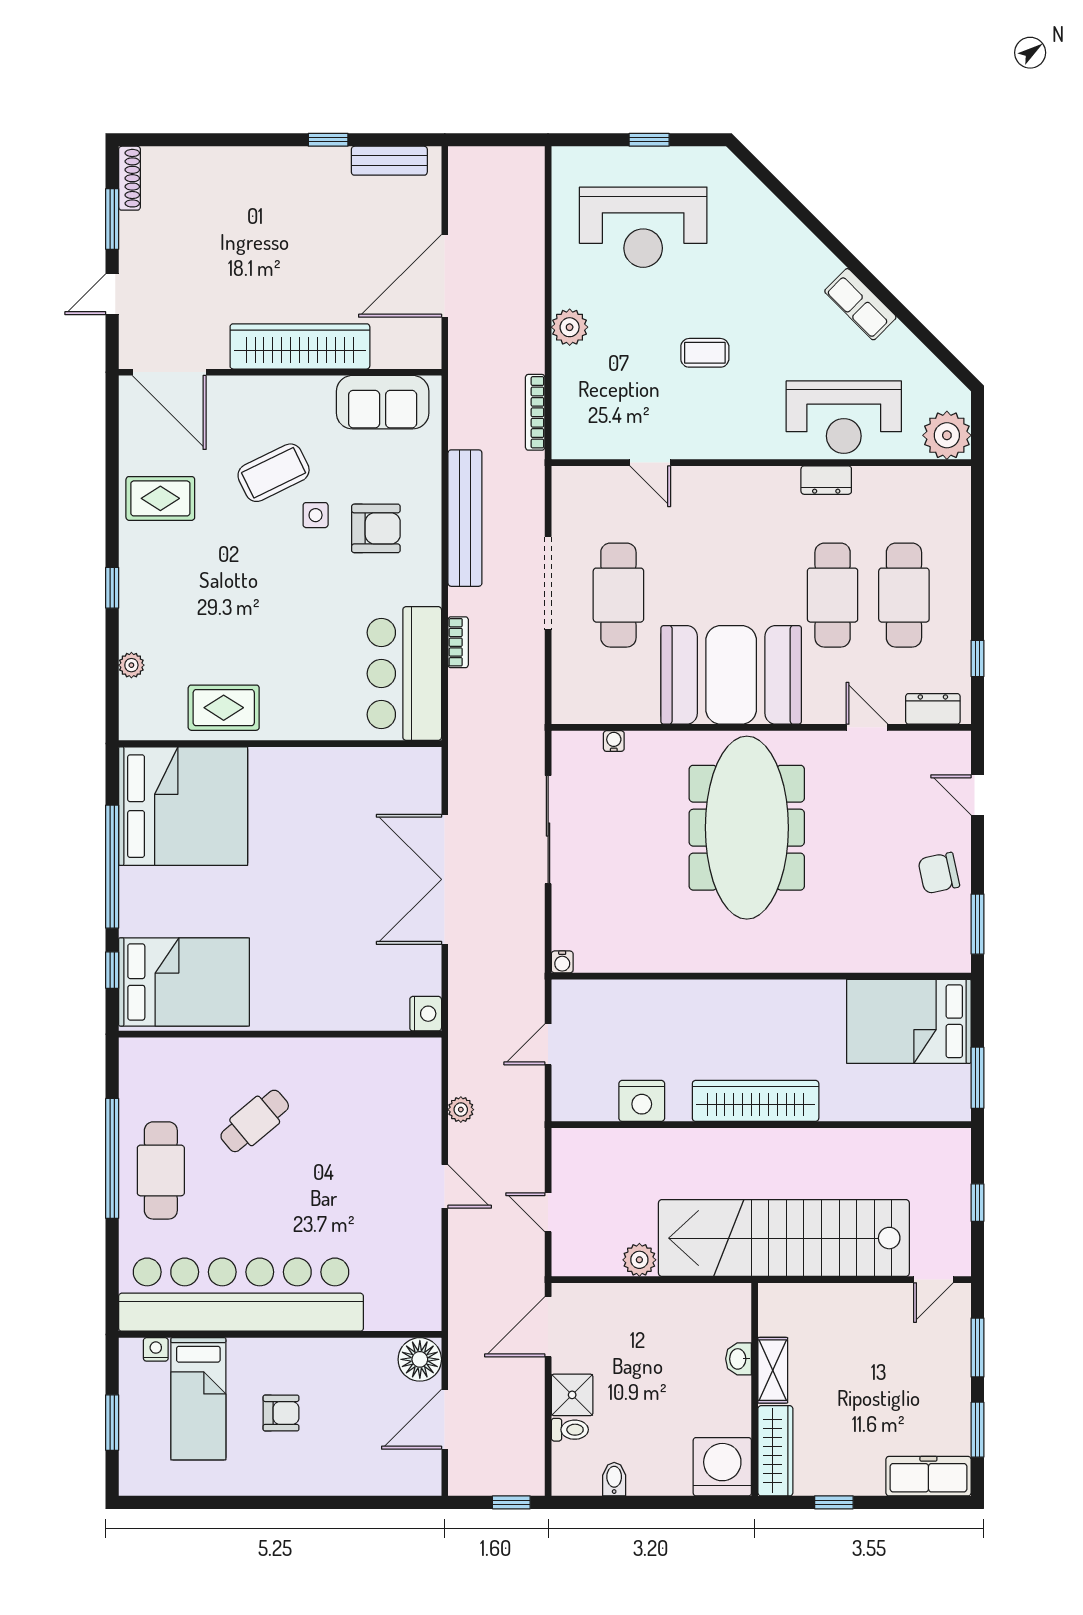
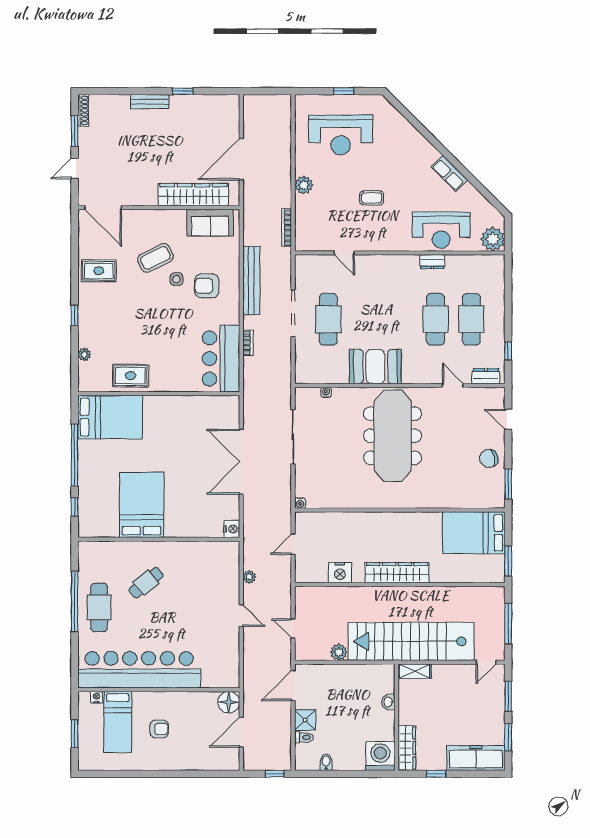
bench: (389, 161) -> (150, 102), moved
wardrobe: (300, 346) -> (193, 195), moved
armchair: (376, 528) -> (207, 286), turned 180
booth: (731, 675) -> (375, 367), width x0.73, depth x0.70
bed: (183, 806) -> (110, 417), width x0.73
bed: (184, 982) -> (142, 505), moved, turned -90
window: (978, 1203) -> (508, 624), width x2.17
shelving: (773, 1370) -> (415, 671), moved, turned 90
freezer: (928, 1476) -> (476, 758), width x1.36, depth x1.26

